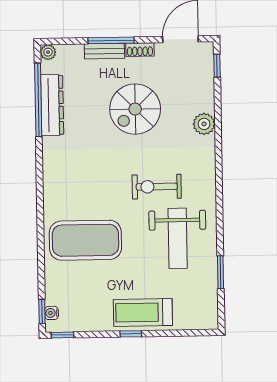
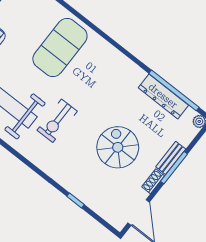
window: (217, 66) -> (75, 200), moved
plant: (204, 124) -> (72, 184), removed
exercise bike: (157, 187) -> (57, 121), turned 180

